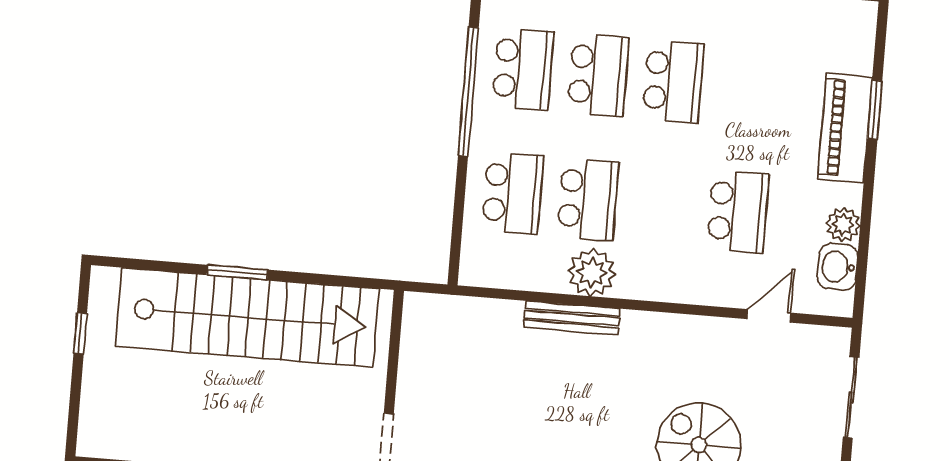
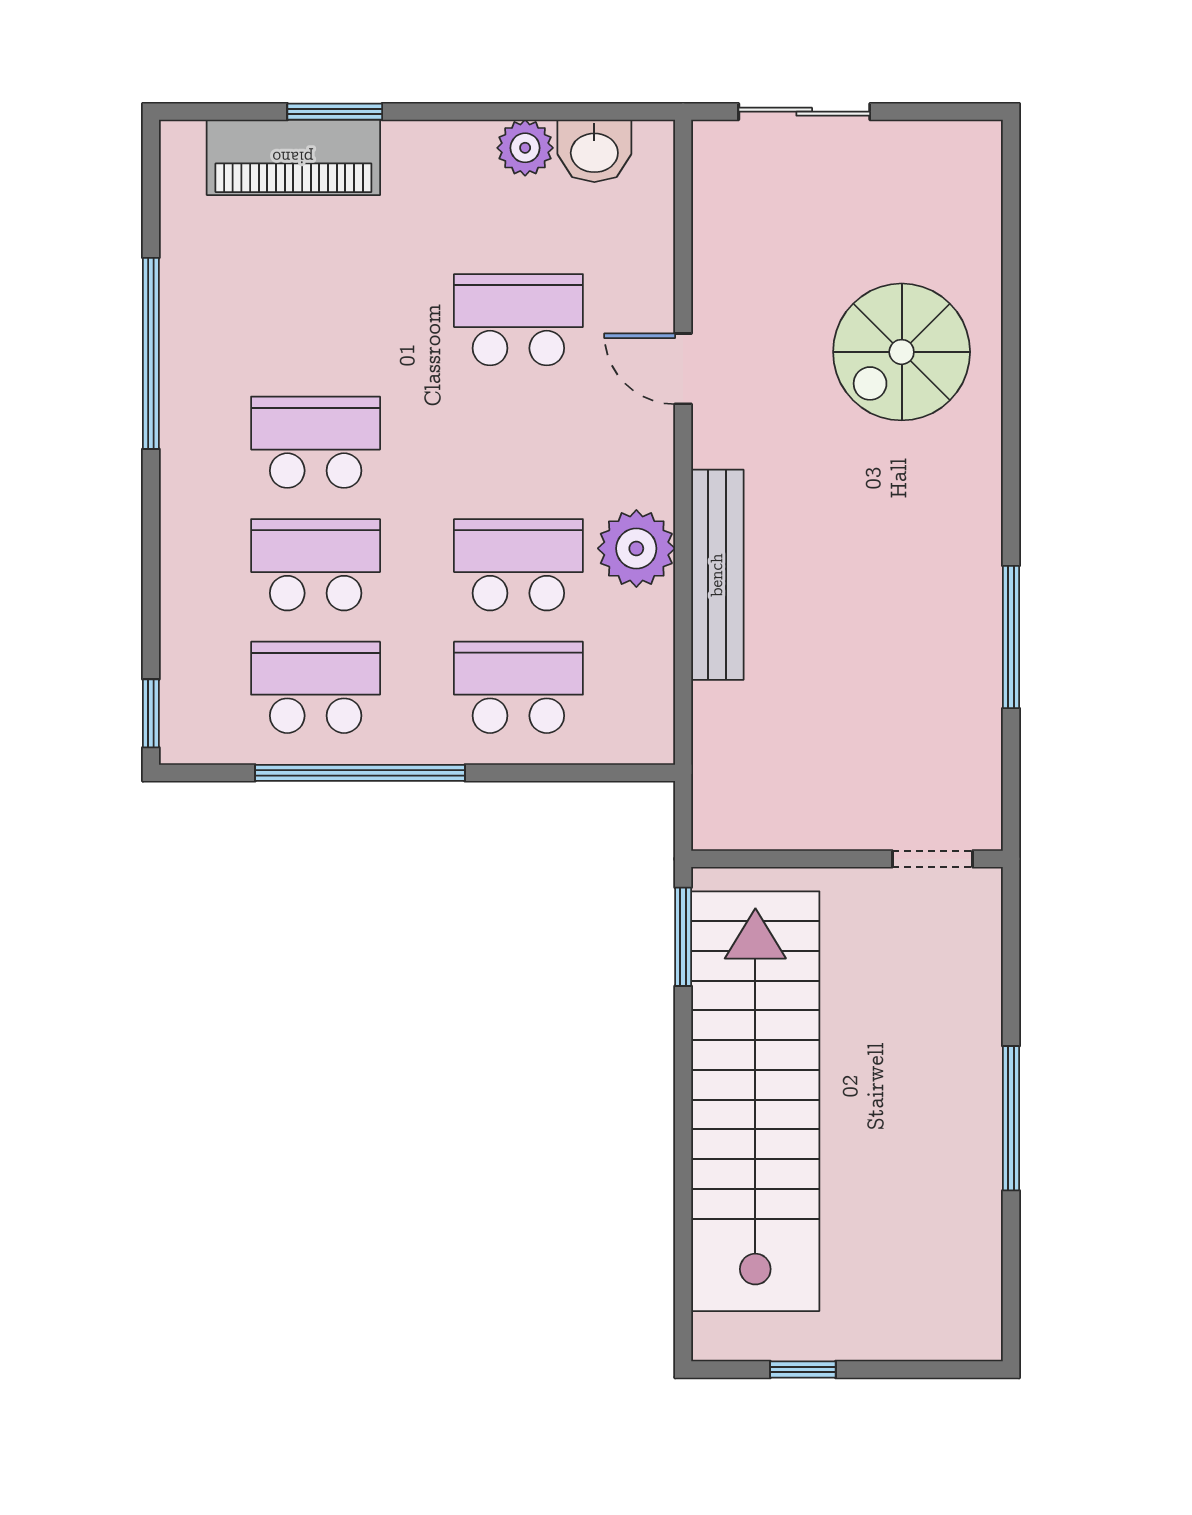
piano: (845, 128) -> (293, 157), moved
window: (237, 272) -> (683, 937), moved
door: (769, 316) -> (683, 369), moved
bench: (572, 318) -> (717, 575), width x1.37, depth x1.21

